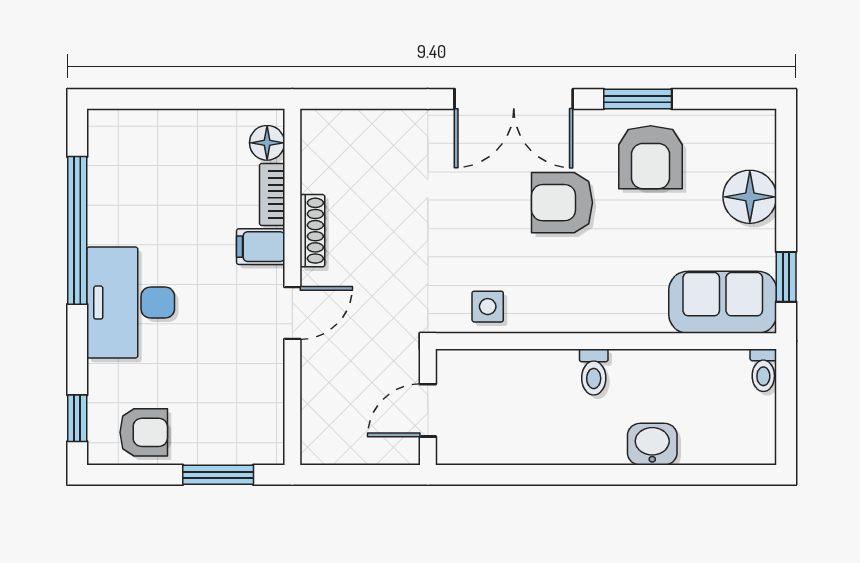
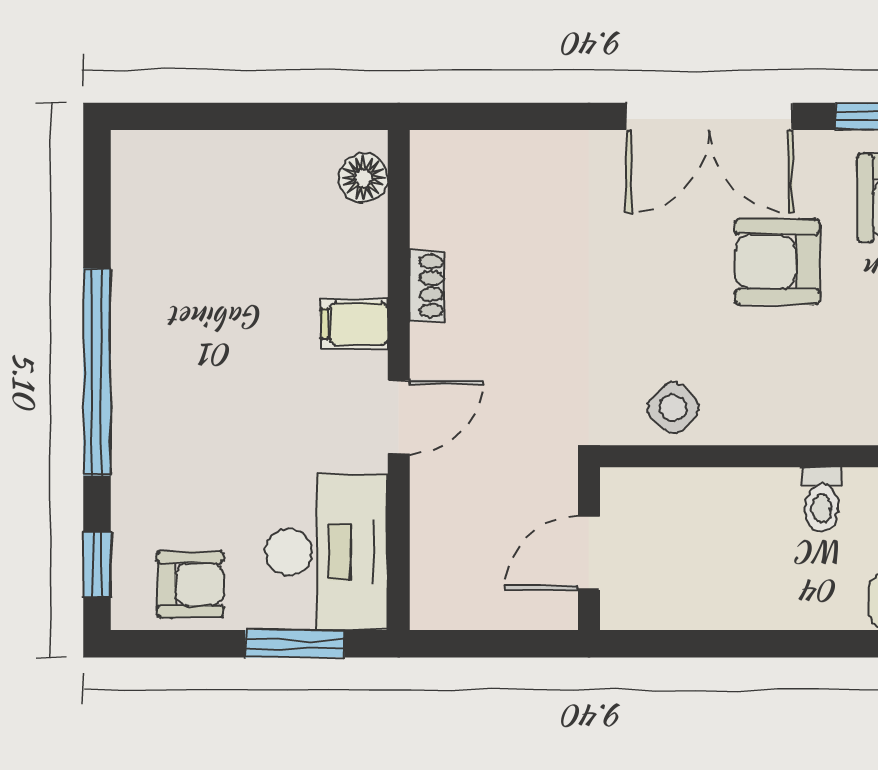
bookcase: (272, 194) -> (370, 250), removed
window: (77, 230) -> (97, 372), moved
shoe rack: (312, 231) -> (427, 286), width x0.70
desk: (131, 303) -> (326, 552), moved, turned 180
side table: (488, 307) -> (673, 408), turned 45

